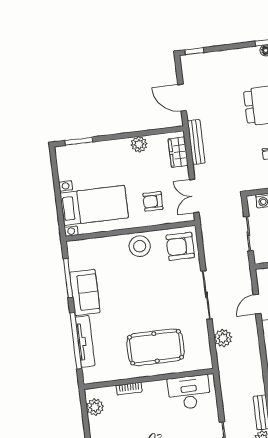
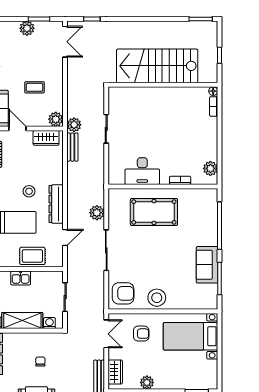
tv unit: (85, 341) -> (212, 224), removed
desk: (189, 392) -> (142, 171), moved

